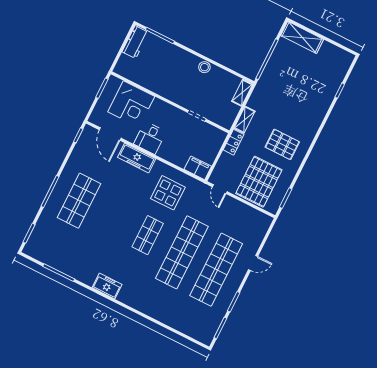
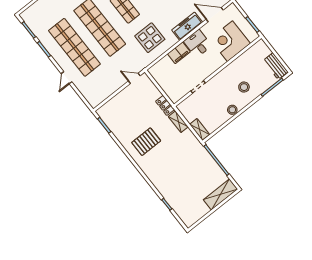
stool: (174, 66) -> (244, 87), added
filing cabinet: (198, 168) -> (179, 53), moved
pallet: (259, 182) -> (126, 111), removed

